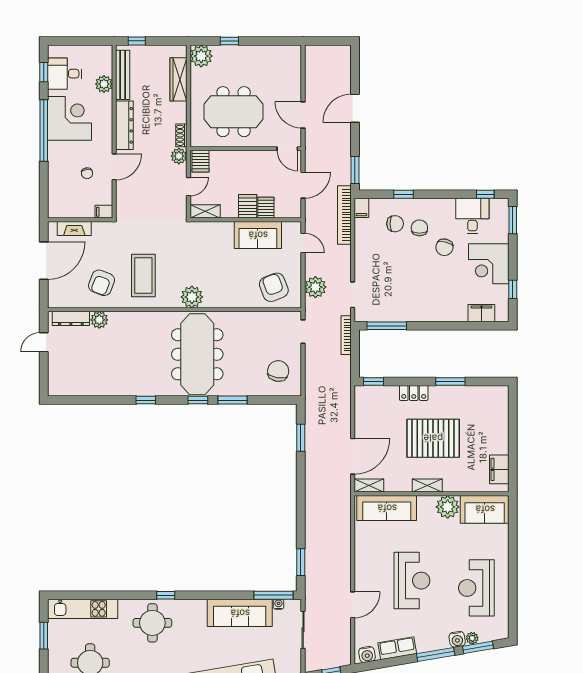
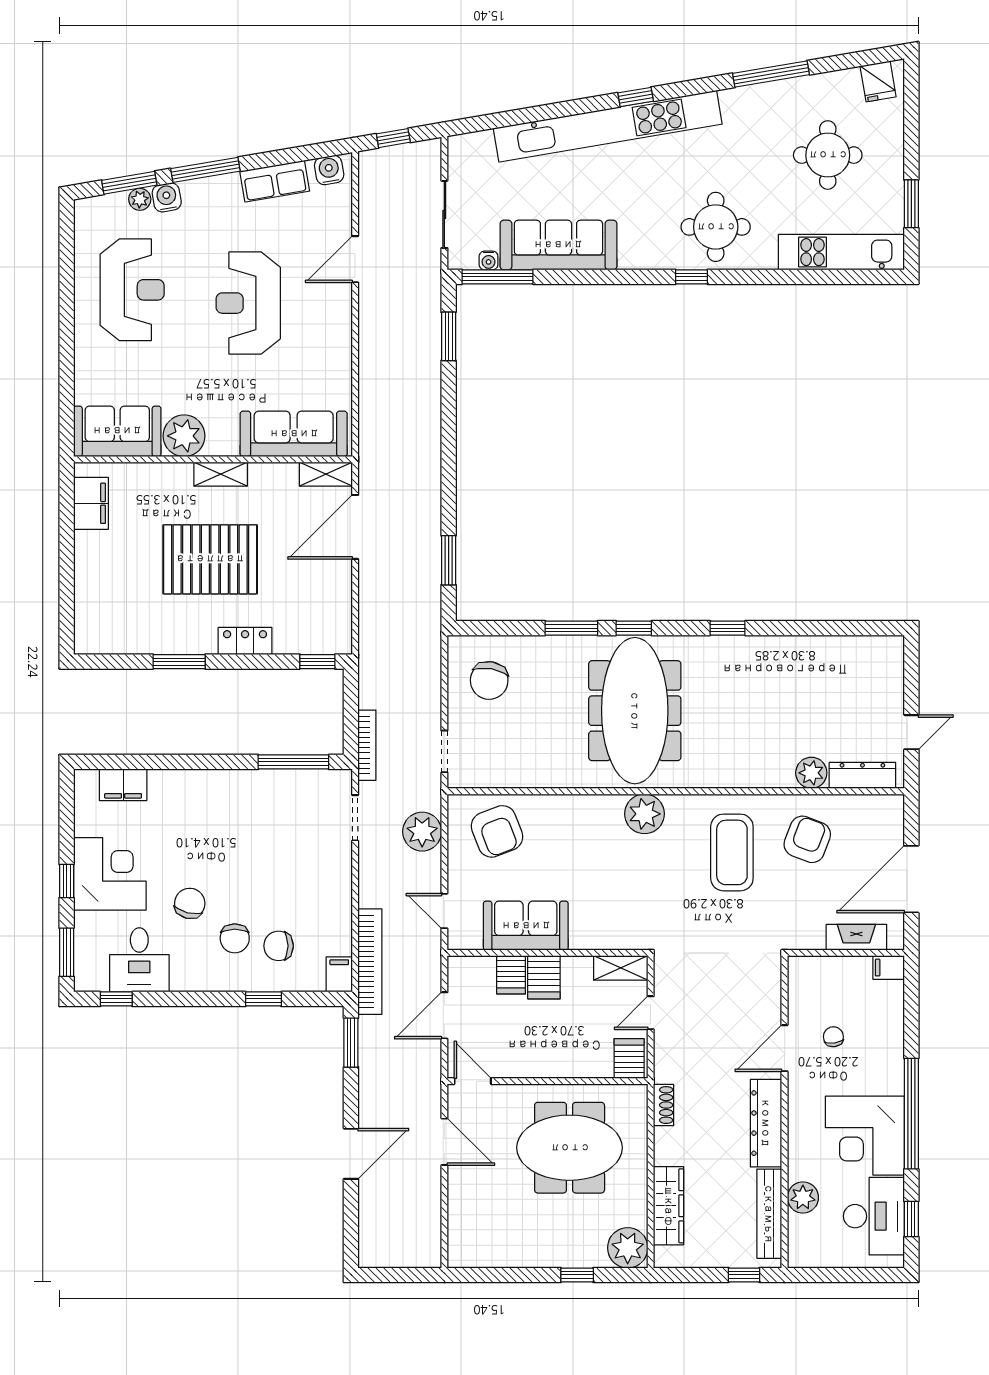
desk: (65, 74) -> (874, 1216), width x1.37
plant: (179, 156) -> (668, 1068), removed
filing cabinet: (104, 212) -> (889, 968), moved, turned 180
window: (513, 289) -> (67, 881), moved

